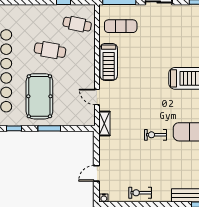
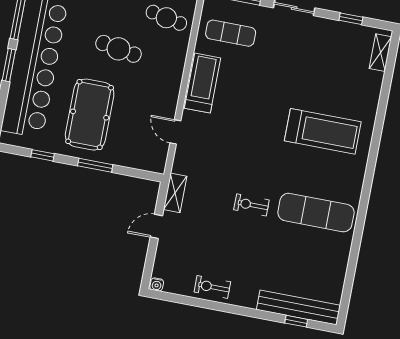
treadmill: (109, 62) -> (203, 83), turned 180
shelving: (104, 123) -> (175, 193), moved
door: (96, 173) -> (156, 226), moved

